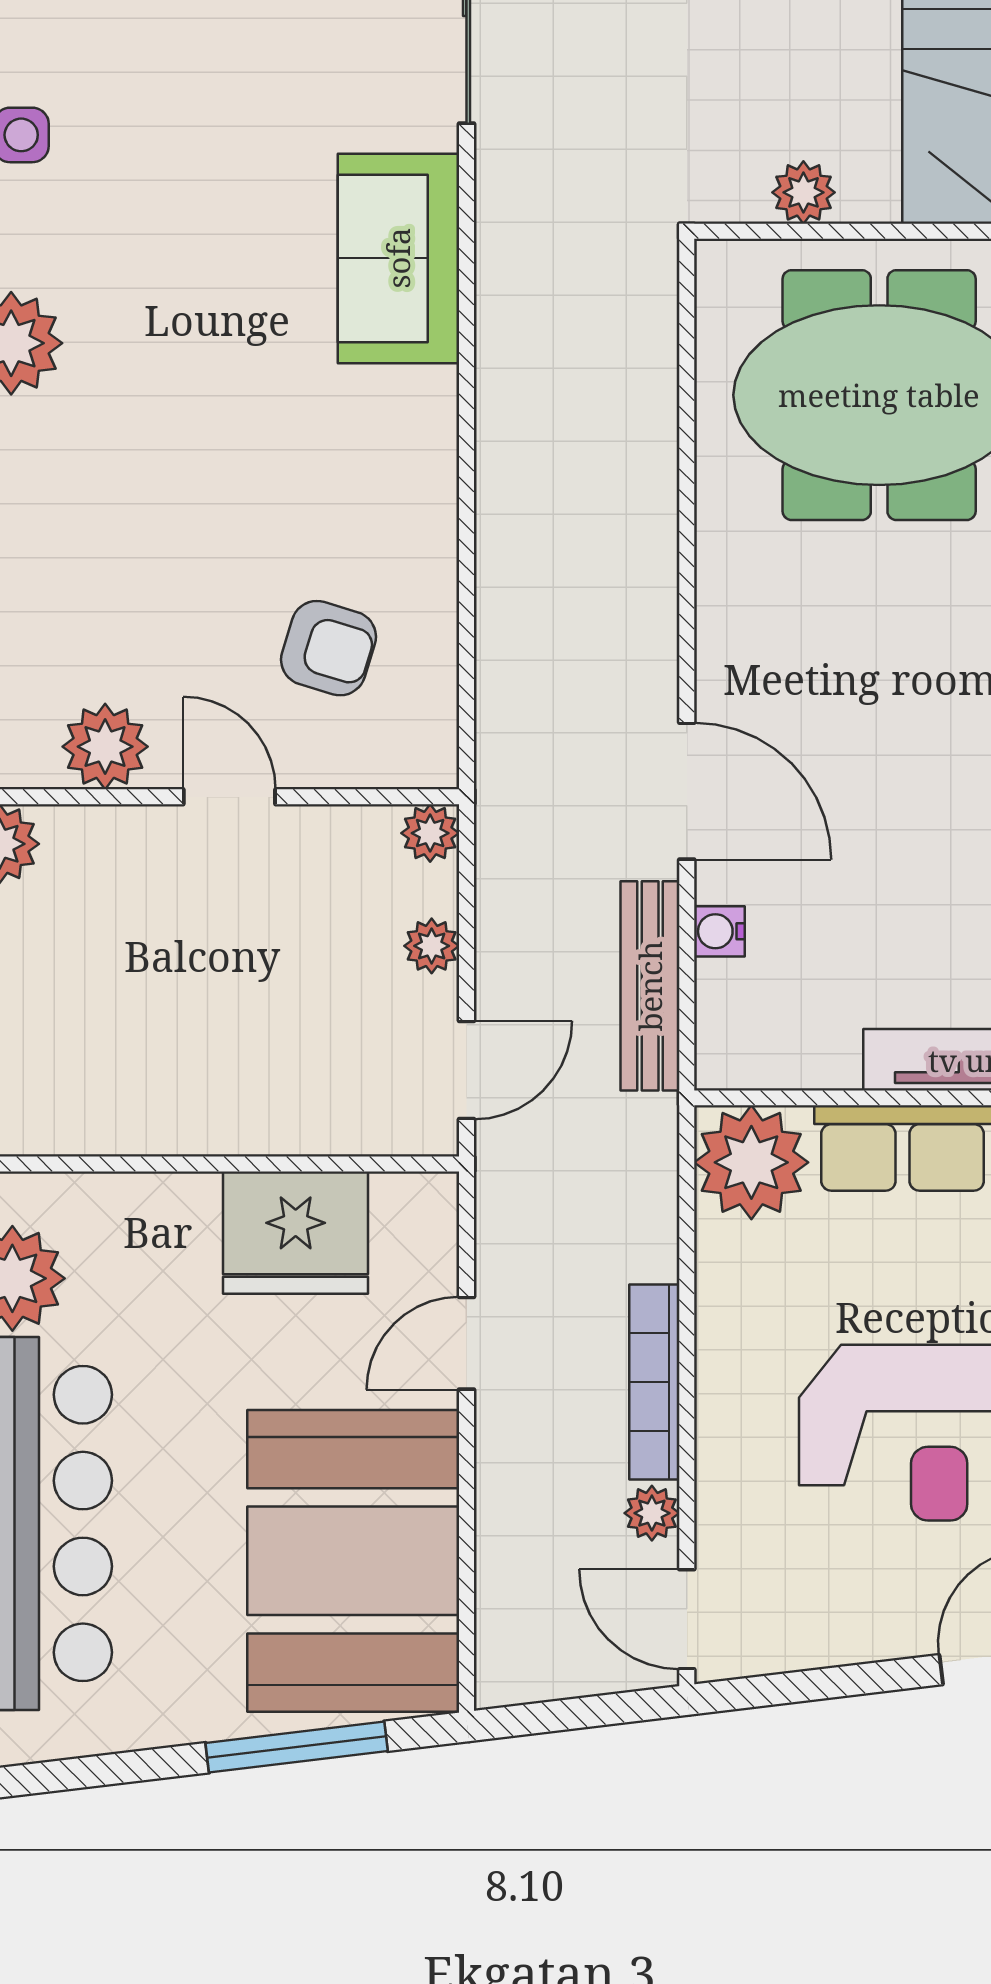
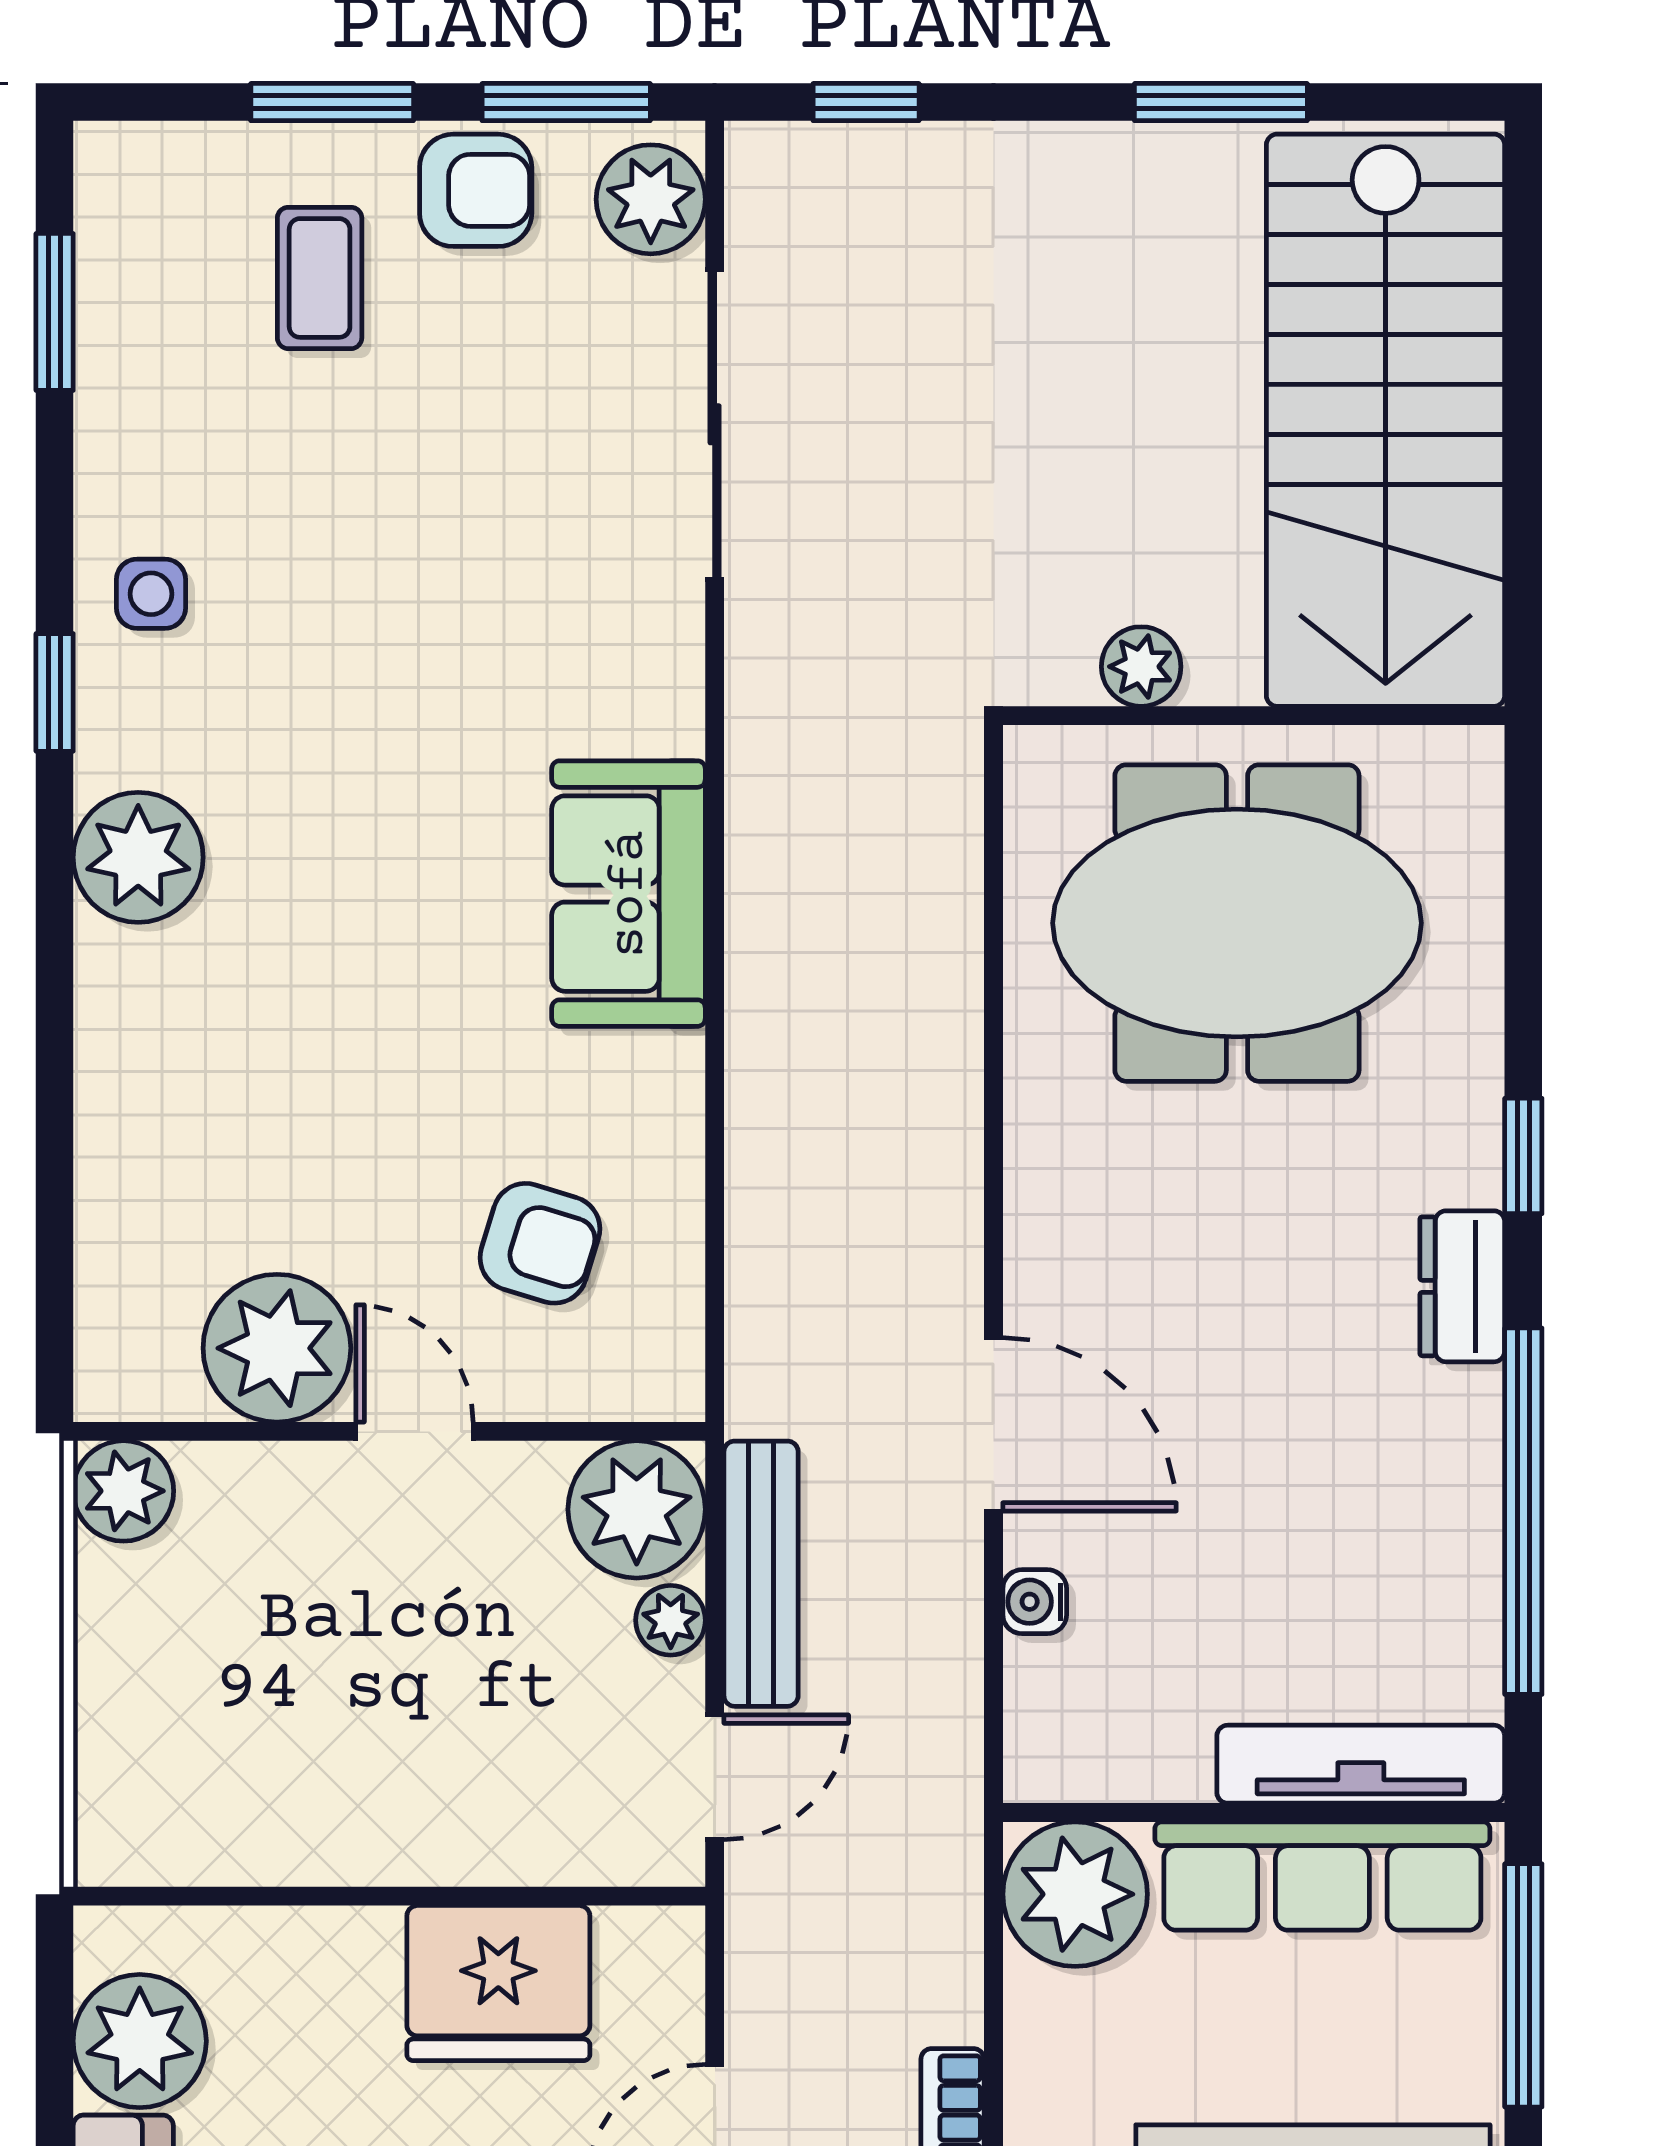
sofa: (398, 258) -> (629, 894), moved
plant: (105, 747) -> (277, 1348), width x1.36, depth x1.36
plant: (430, 833) -> (637, 1509), width x1.88, depth x1.88
bench: (650, 986) -> (761, 1574), moved

